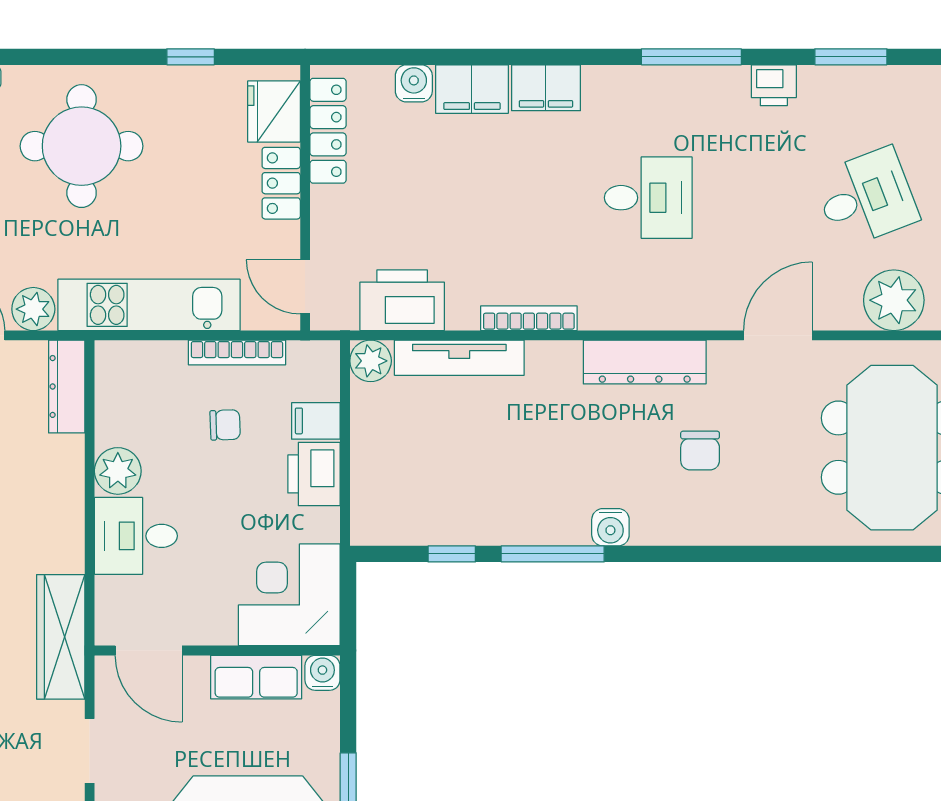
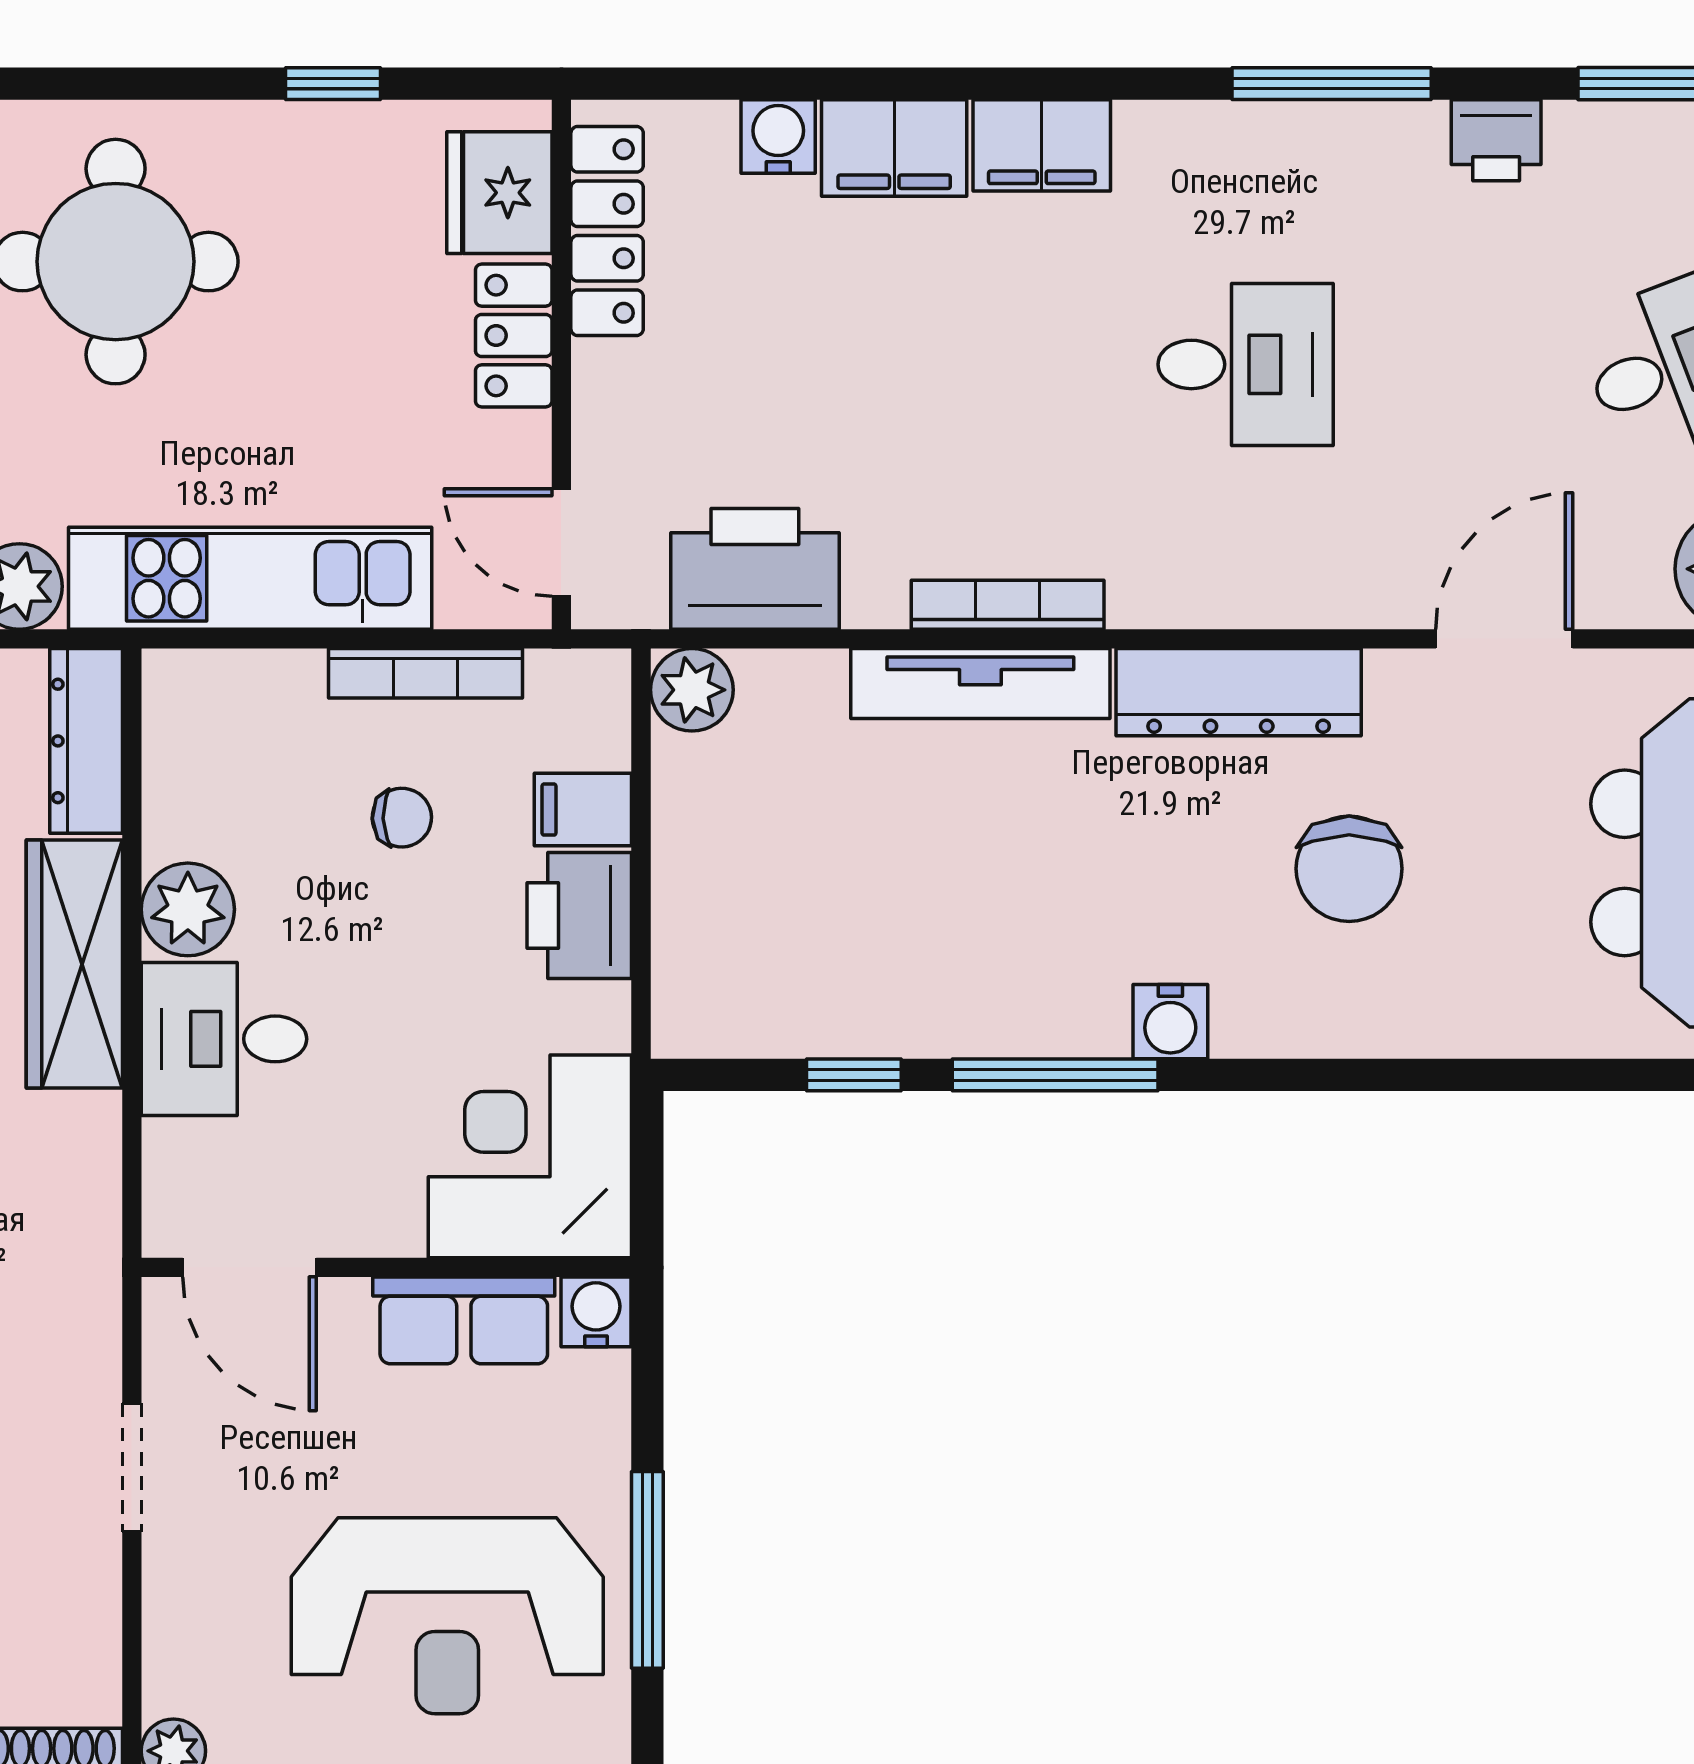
tv unit: (459, 358) -> (980, 684), moved
chair: (700, 451) -> (1349, 869), width x1.37, depth x1.37
wardrobe: (61, 637) -> (74, 964), moved

